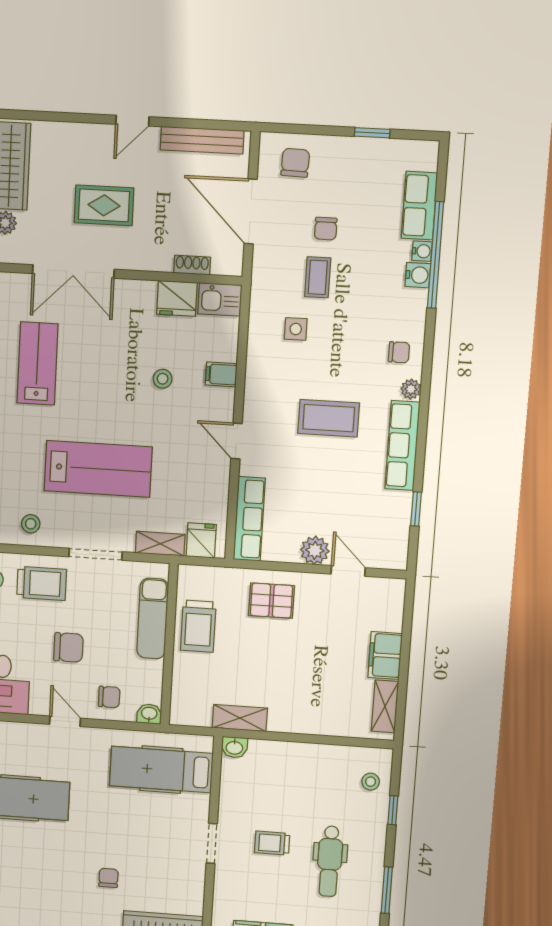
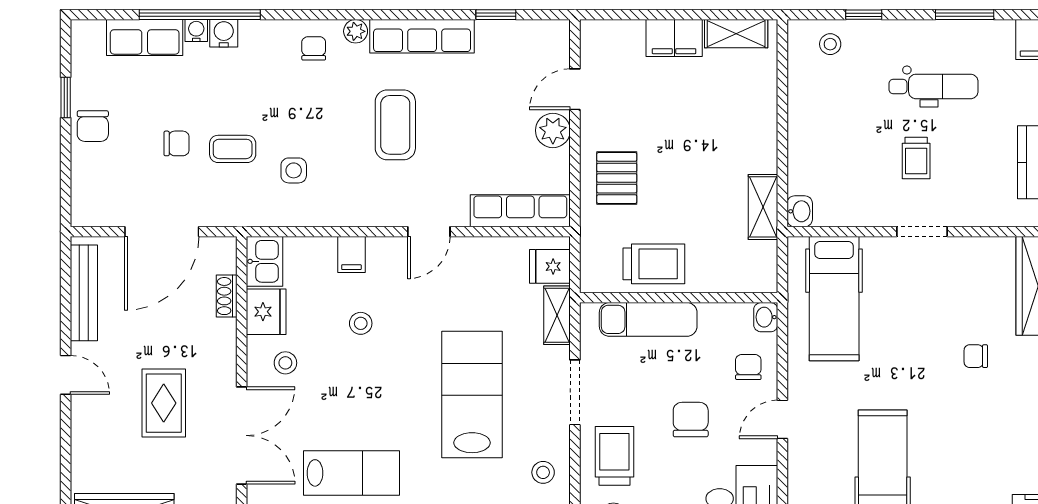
chair: (295, 163) -> (93, 126), moved, turned -92
stool: (133, 313) -> (285, 363), added
lab bench: (37, 363) -> (351, 473), turned 180

